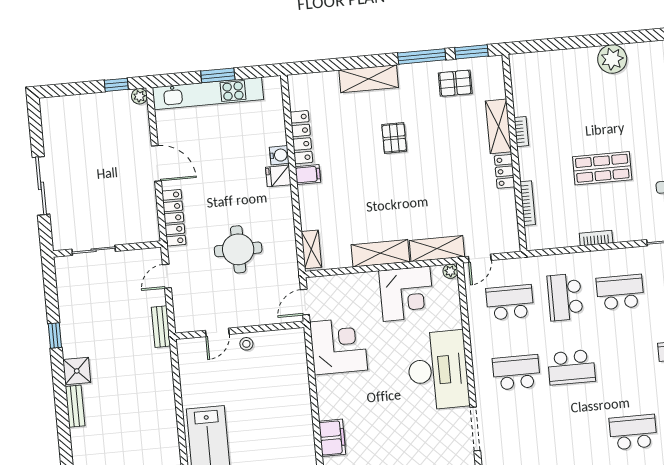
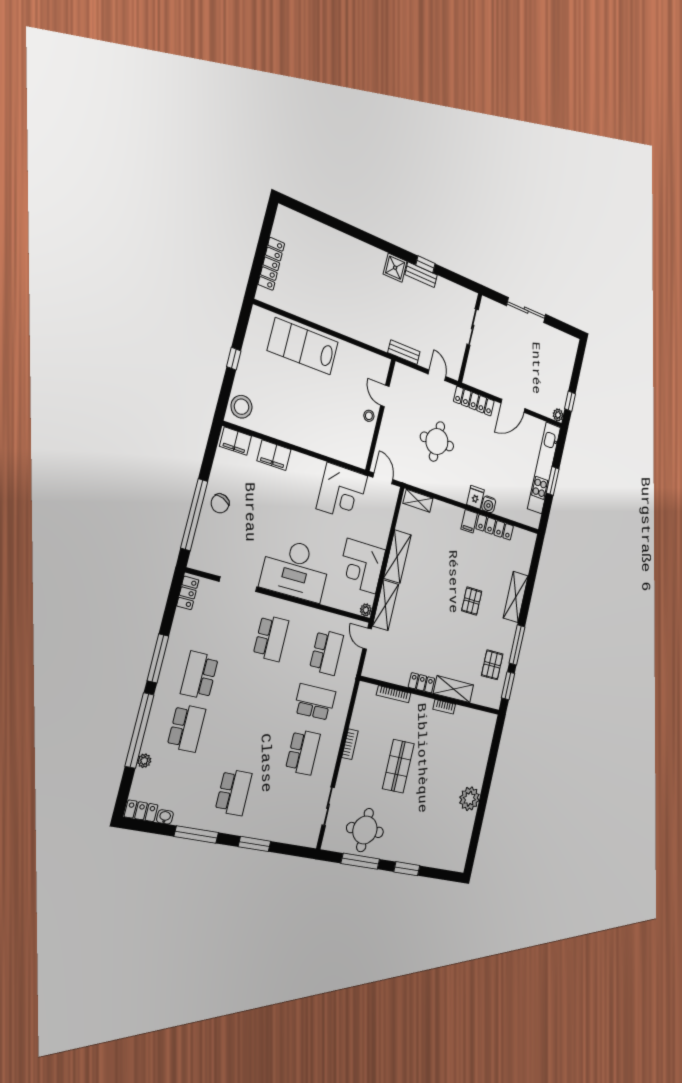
pallet: (394, 138) -> (472, 601), turned 90
school desk: (571, 367) -> (200, 675), moved
bench: (75, 406) -> (421, 275), moved

